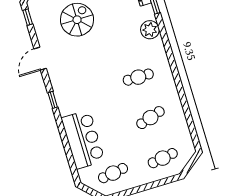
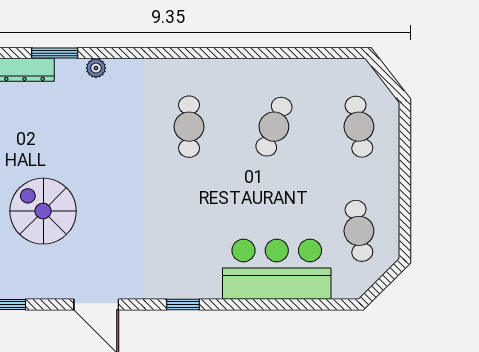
plant: (150, 30) -> (96, 68), width x0.53, depth x0.53
cafe table: (150, 118) -> (274, 127), turned 39

